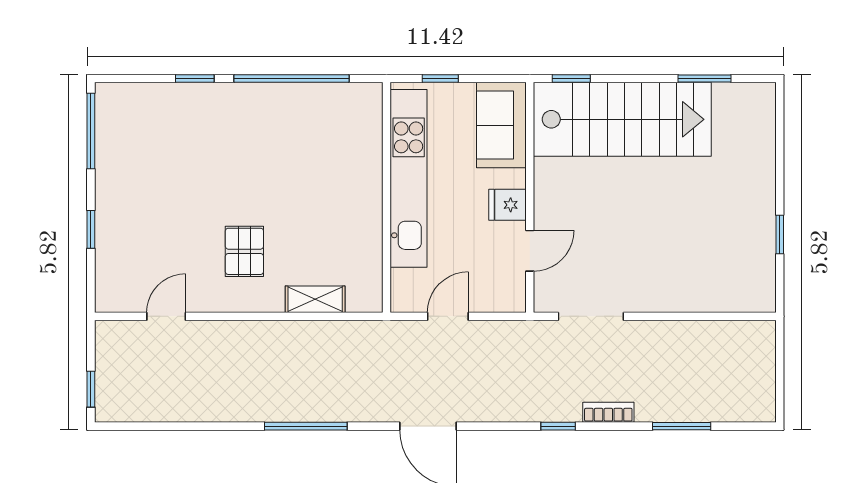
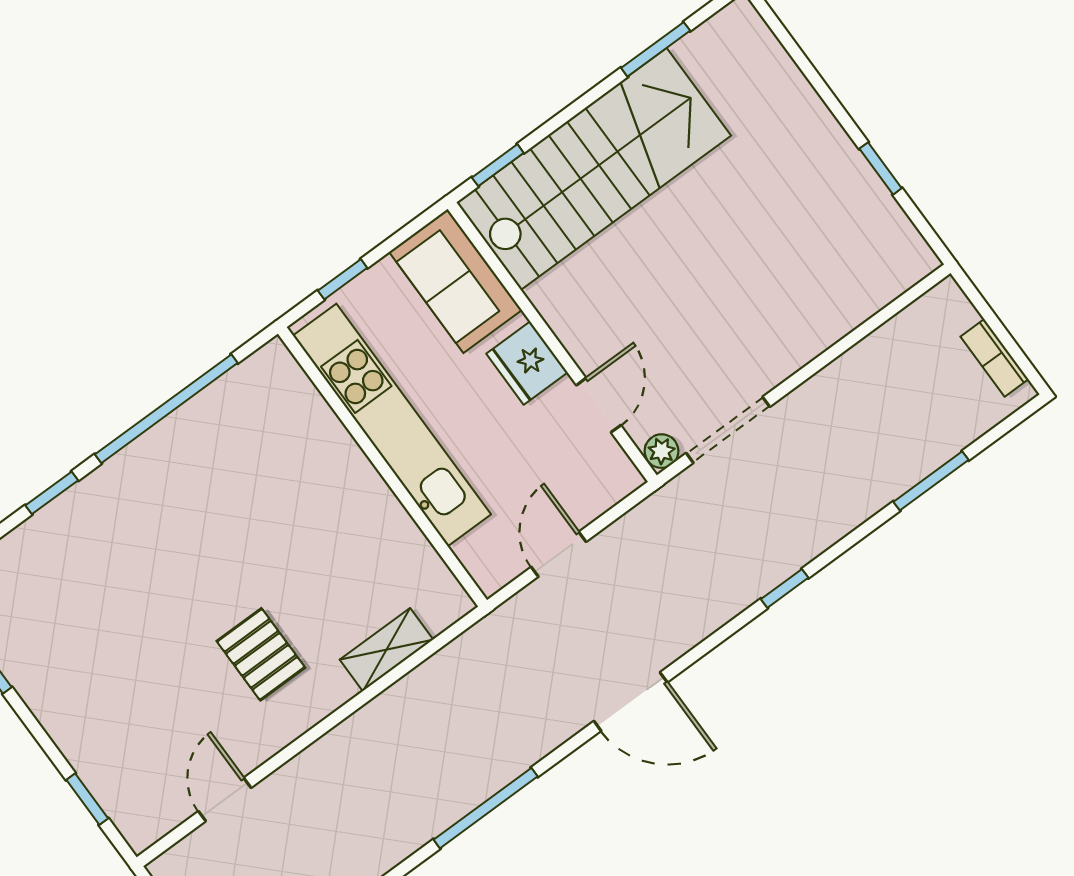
fridge: (508, 205) -> (527, 363), width x1.38
window: (91, 229) -> (87, 799), moved
plant: (546, 301) -> (662, 451), added
bookcase: (608, 412) -> (994, 358), moved, turned -90

